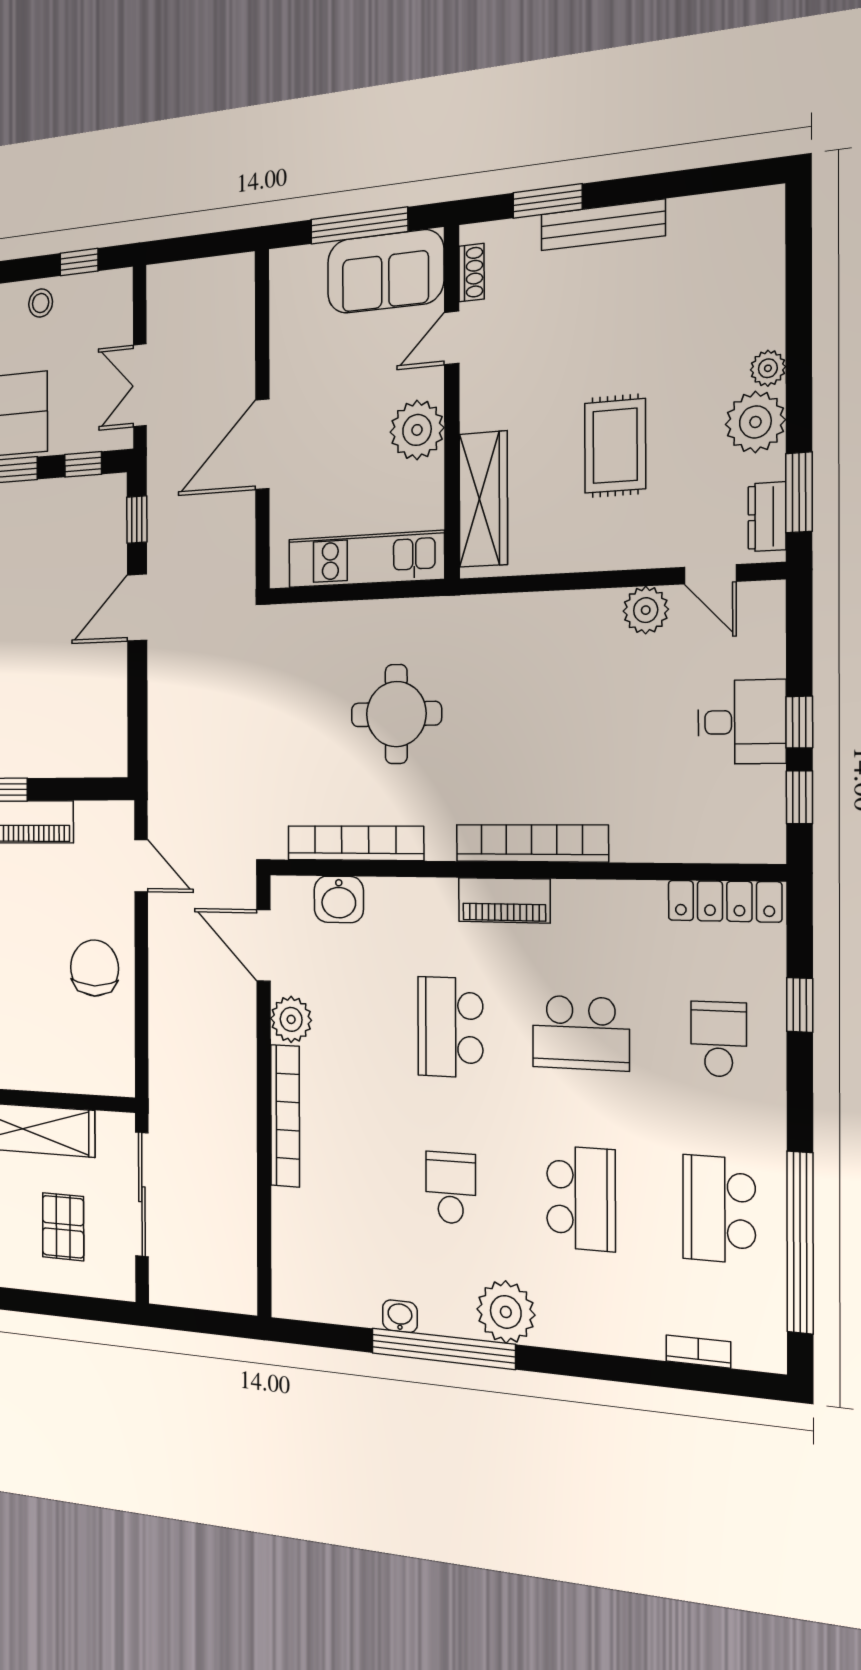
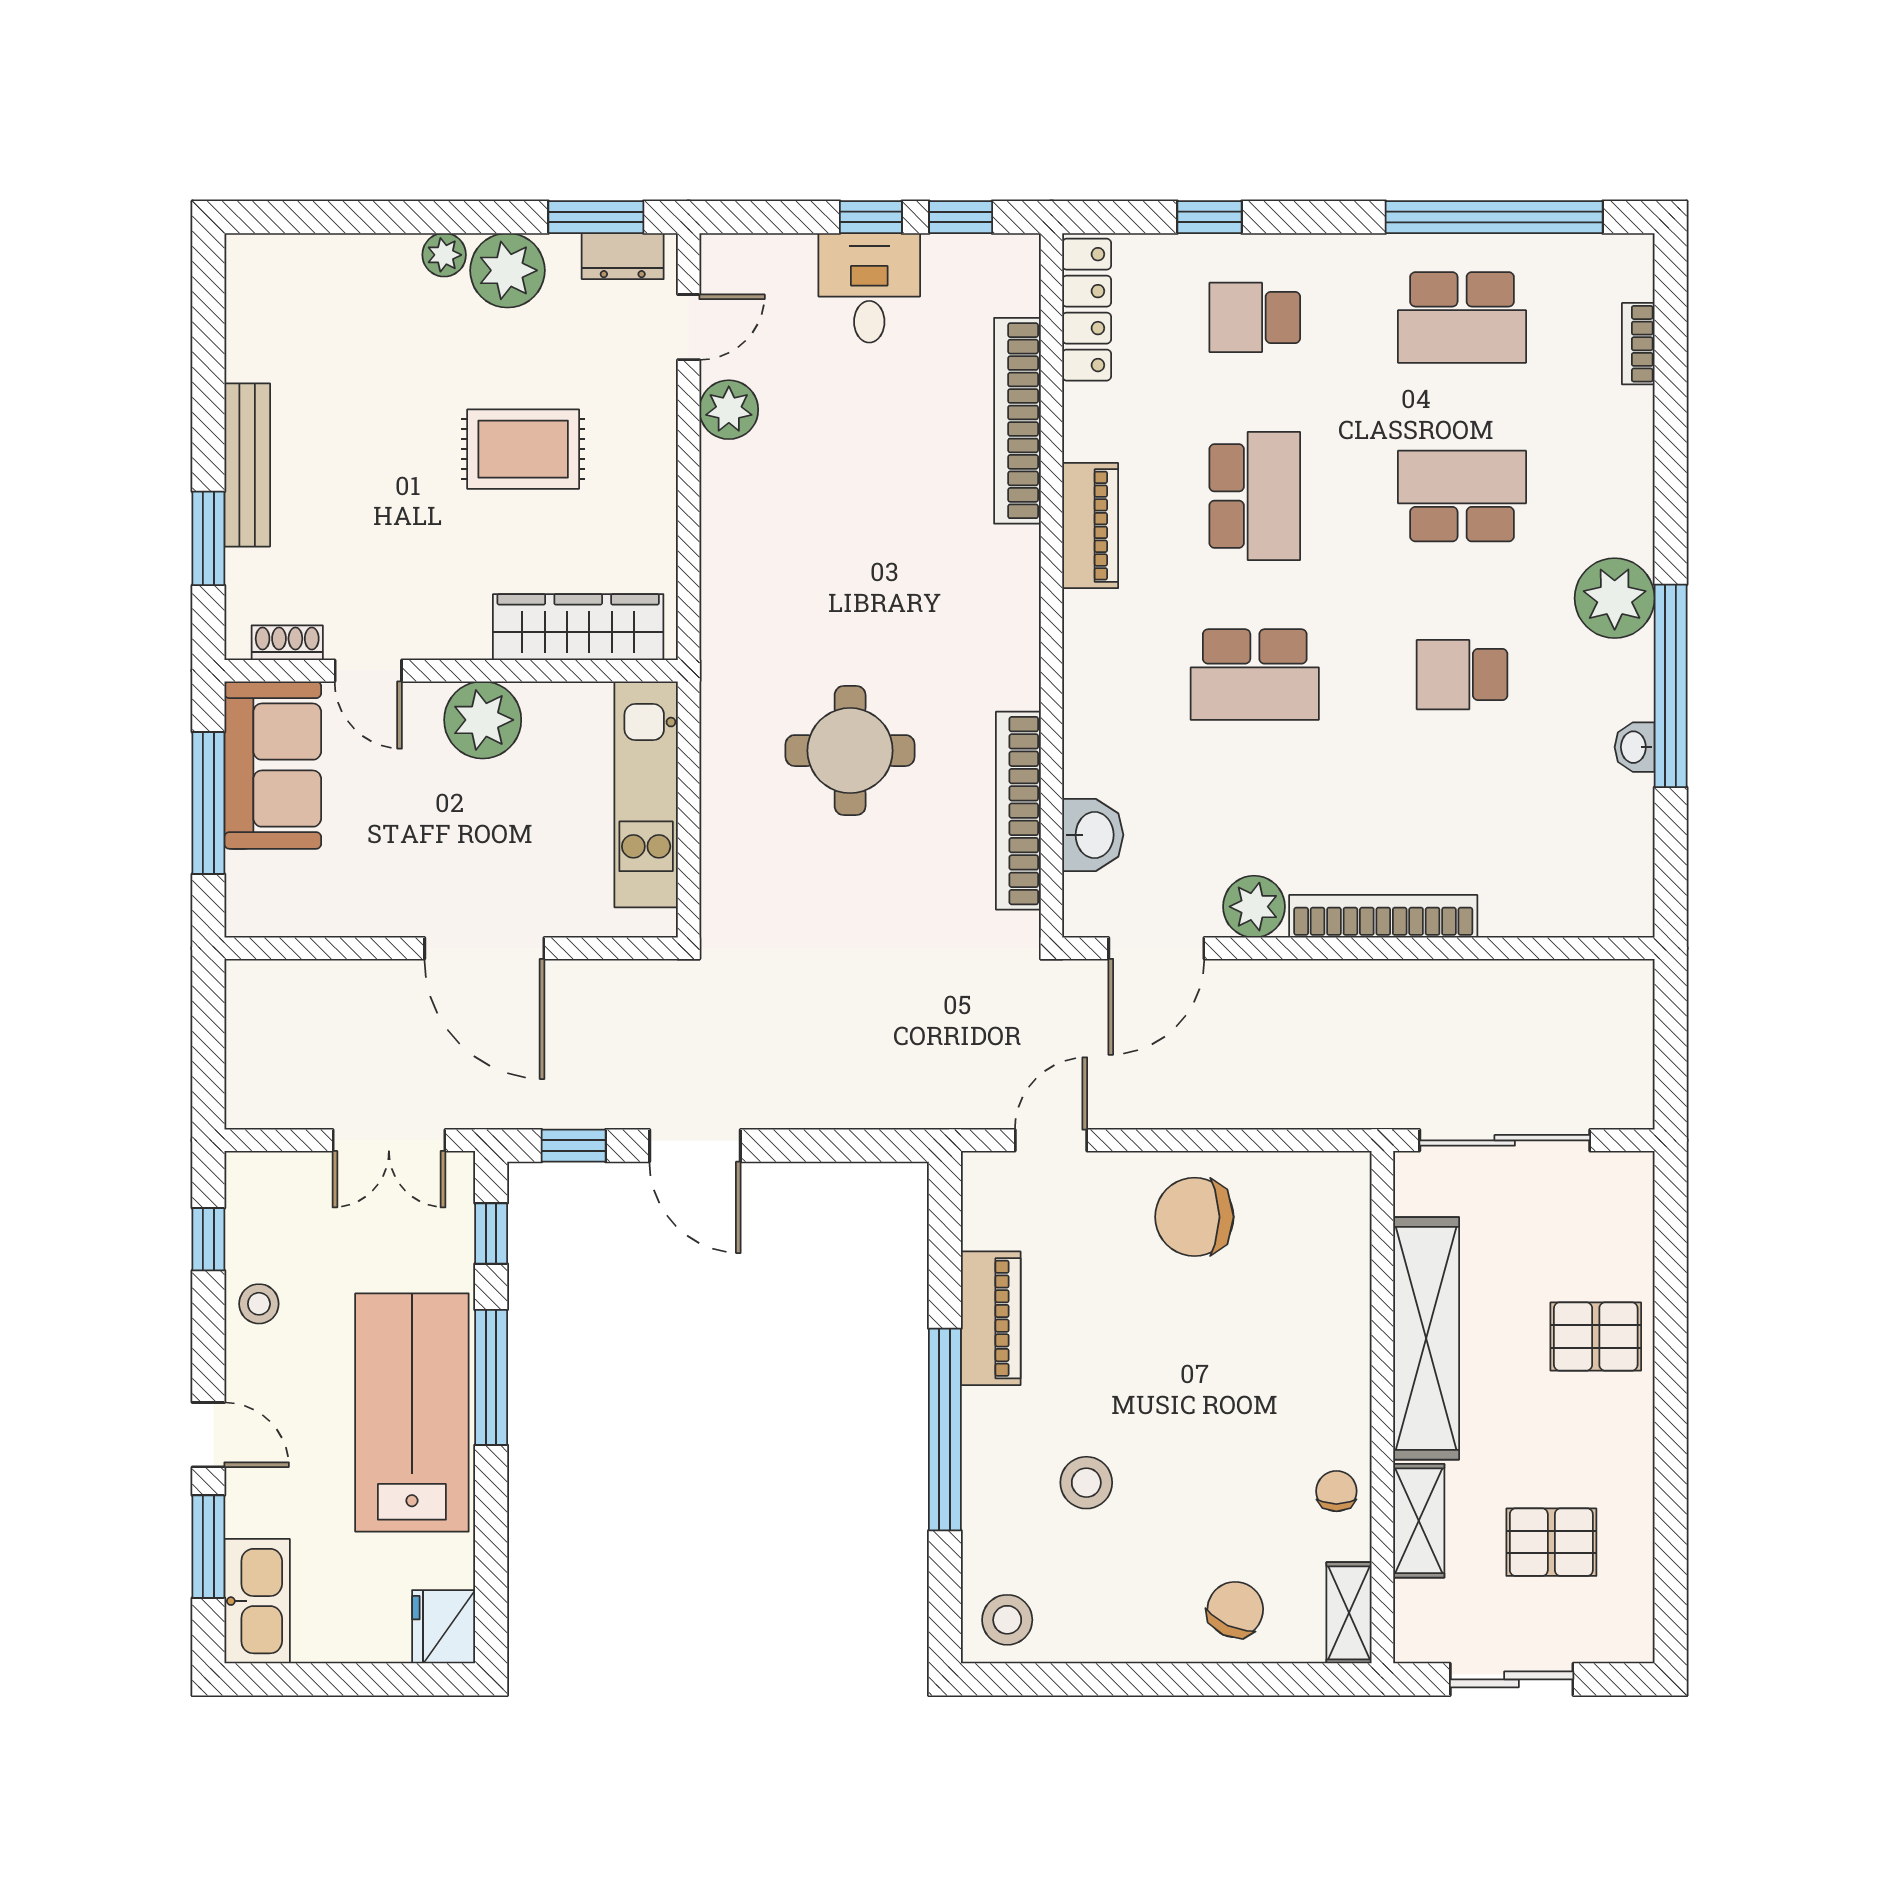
bookcase: (532, 843) -> (1017, 421), moved
piano: (504, 900) -> (1090, 526), moved
pallet: (63, 1227) -> (1596, 1337), moved

